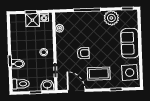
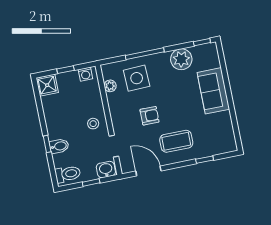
shower: (32, 20) -> (47, 85), moved
side table: (130, 73) -> (137, 78), moved

